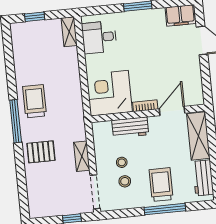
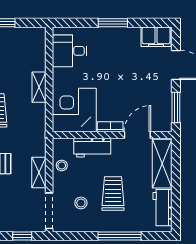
shelving: (69, 32) -> (39, 87), moved
window: (206, 81) -> (176, 107), added
stool: (122, 162) -> (62, 165), moved
trolley: (161, 185) -> (113, 194), moved

